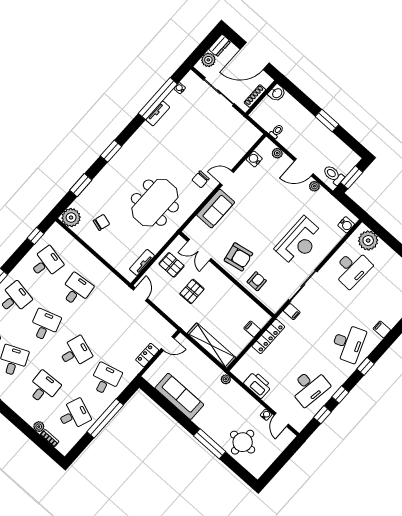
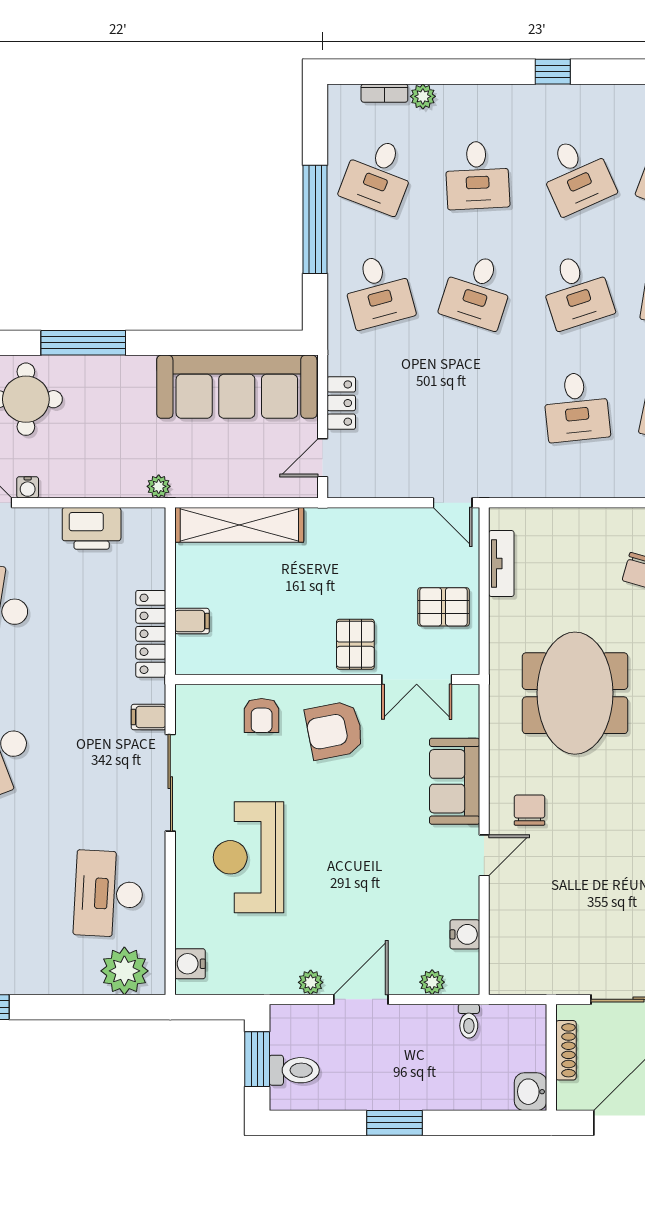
toilet: (333, 175) -> (294, 1070), moved
double door: (199, 250) -> (417, 680), swing flipped
pallet: (192, 291) -> (355, 644), moved
sofa: (179, 396) -> (237, 387), width x1.36, depth x1.27

